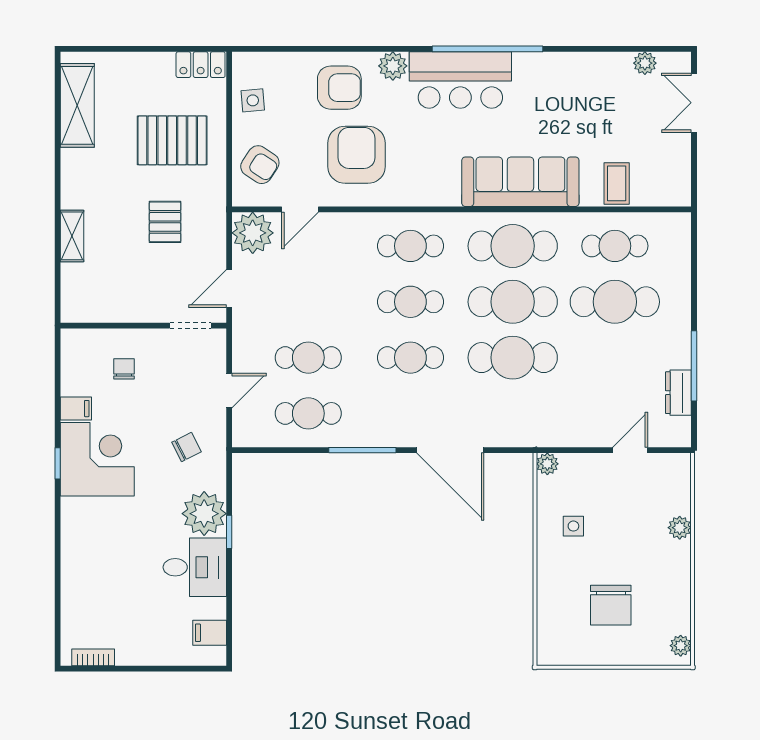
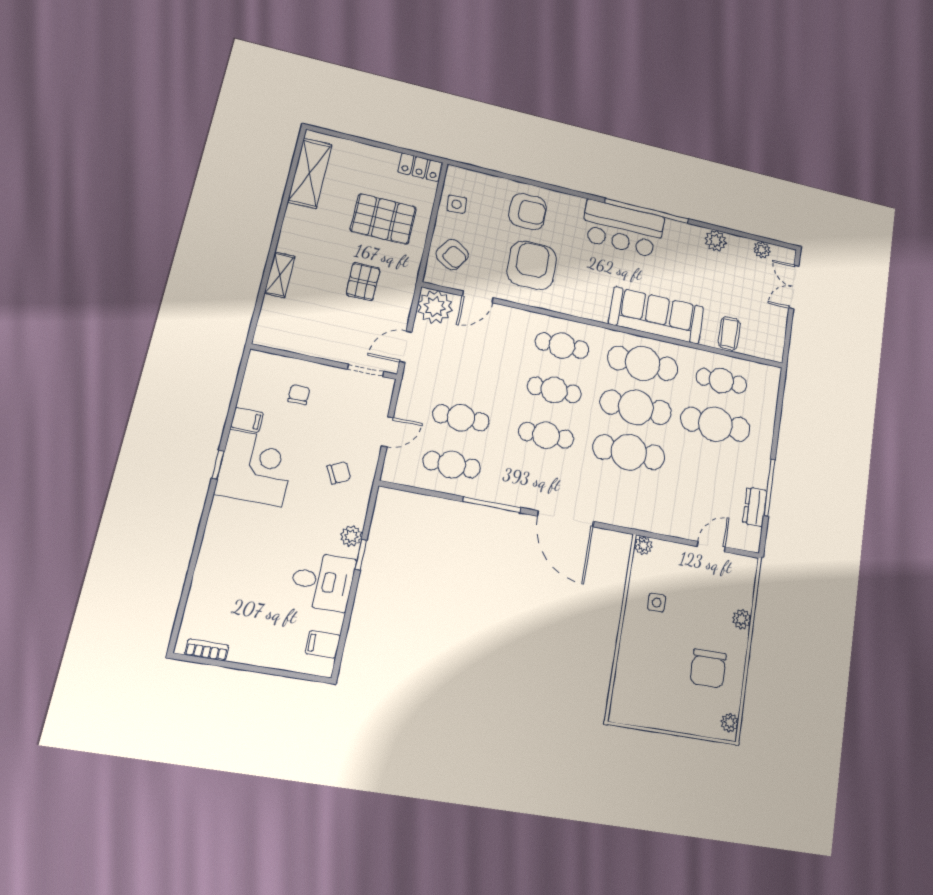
plant: (393, 66) -> (716, 241), moved
plant: (204, 514) -> (351, 536), width x0.53, depth x0.53
chair: (611, 605) -> (708, 668), moved

